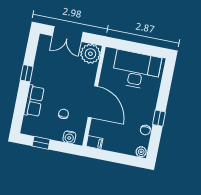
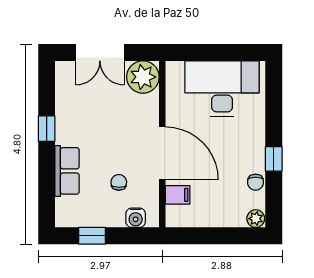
filing cabinet: (94, 142) -> (178, 195), moved

